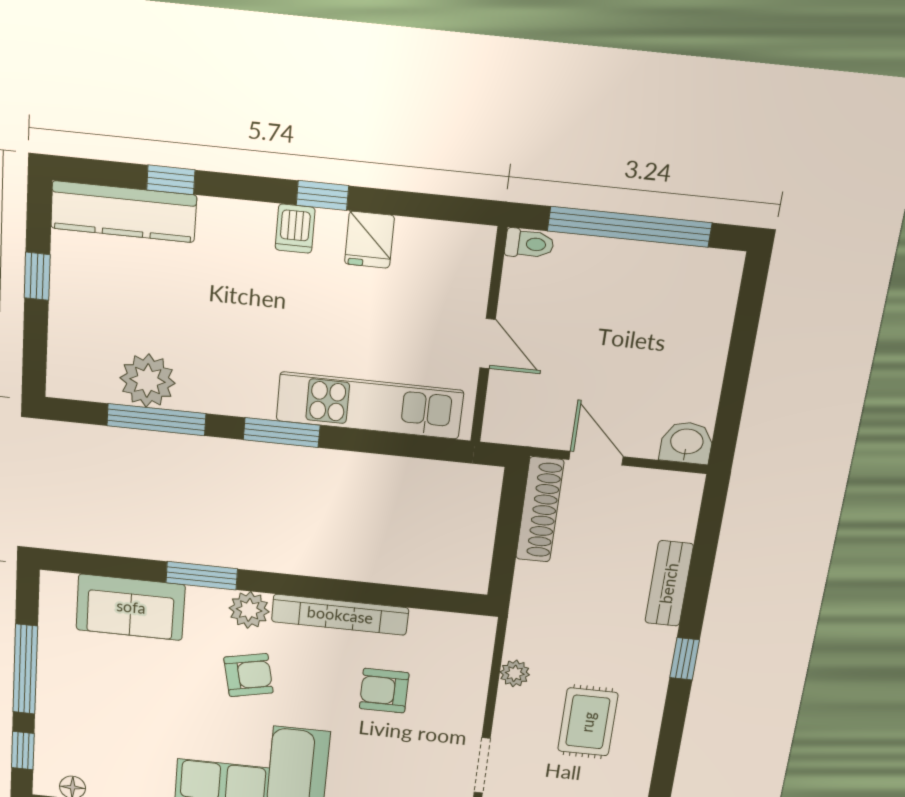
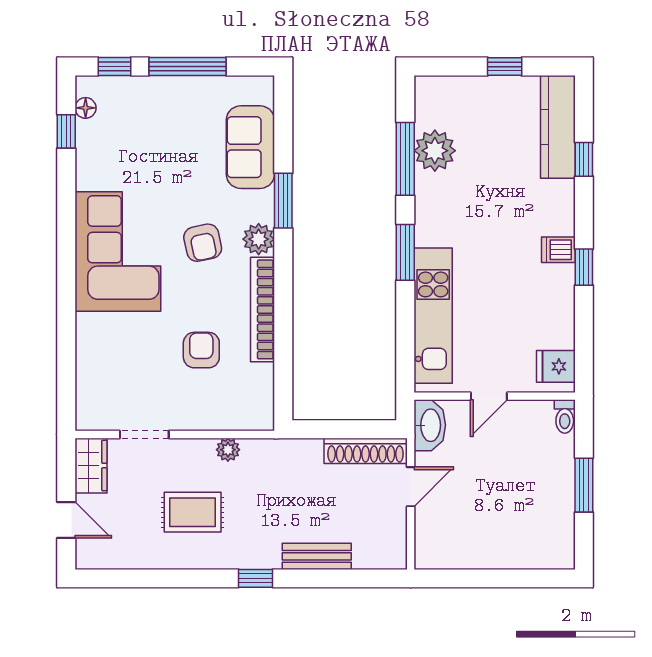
window: (630, 227) -> (584, 485), width x0.47
fridge: (369, 240) -> (556, 366), moved
washbasin: (687, 443) -> (430, 425), moved, width x1.38

